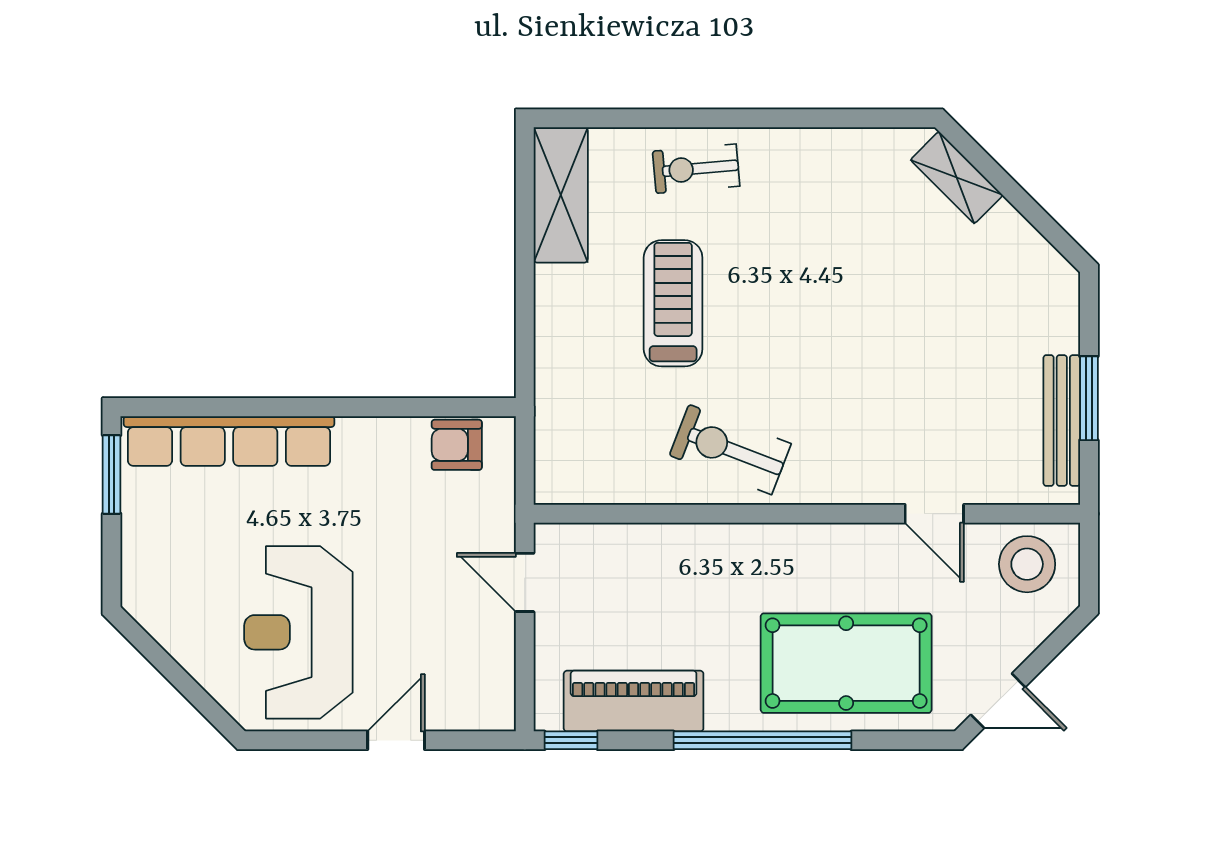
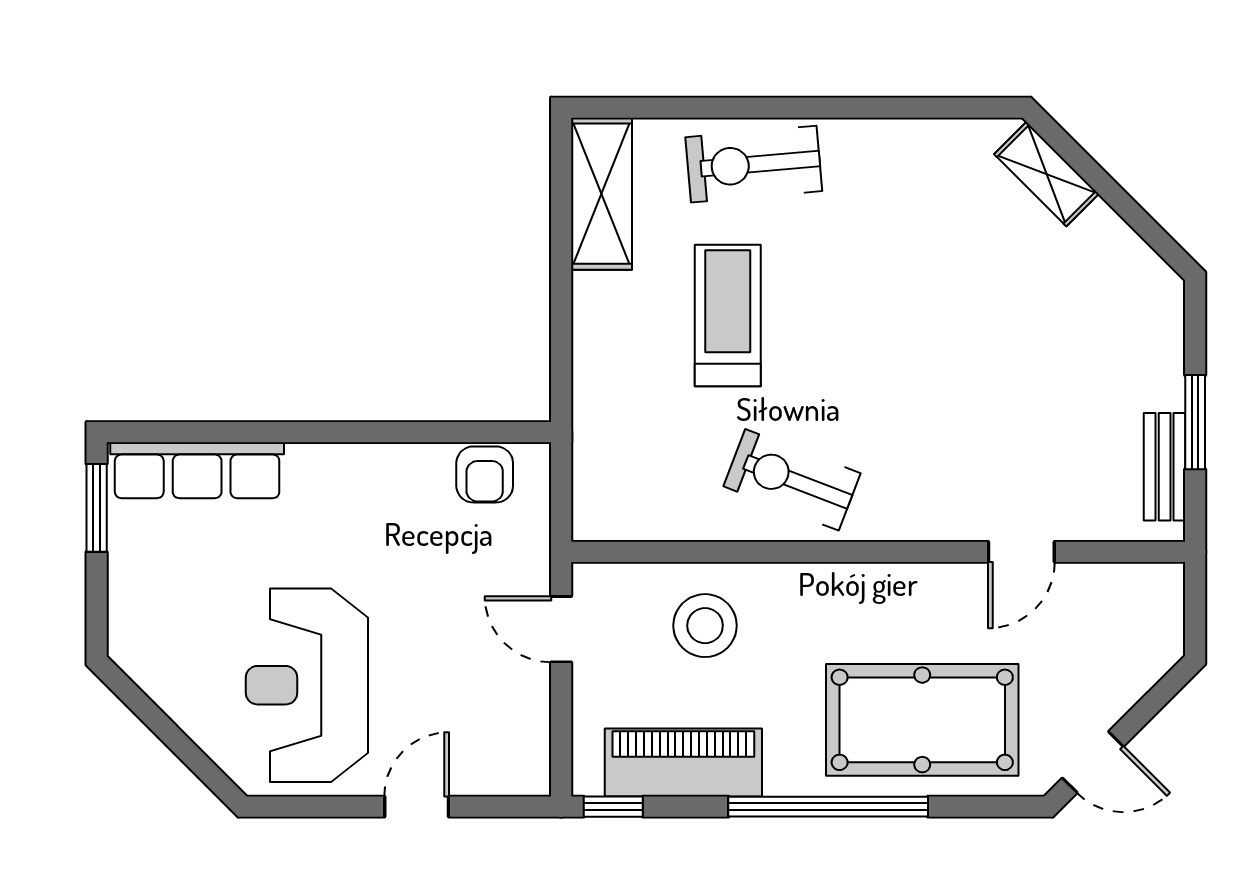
exercise bike: (696, 169) -> (754, 164), width x1.38, depth x1.39
bench: (1062, 420) -> (1165, 467), width x0.73
row of seats: (229, 441) -> (197, 470), width x0.73
armchair: (457, 445) -> (485, 474), turned -90
door: (934, 514) -> (1021, 552), hinge flipped
stool: (1027, 564) -> (705, 626), moved

